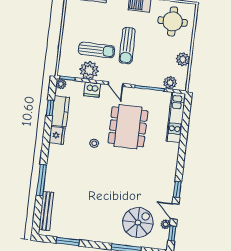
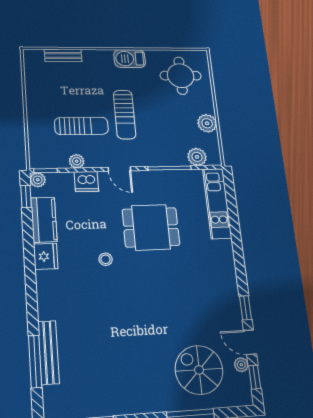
plant: (89, 70) -> (77, 161), width x0.53, depth x0.53
window: (50, 108) -> (26, 197), moved
dining table: (128, 127) -> (151, 227), width x0.73
window: (41, 180) -> (35, 361), moved
bench: (46, 211) -> (48, 352), moved
spiral stairs: (138, 223) -> (199, 370), turned -90

